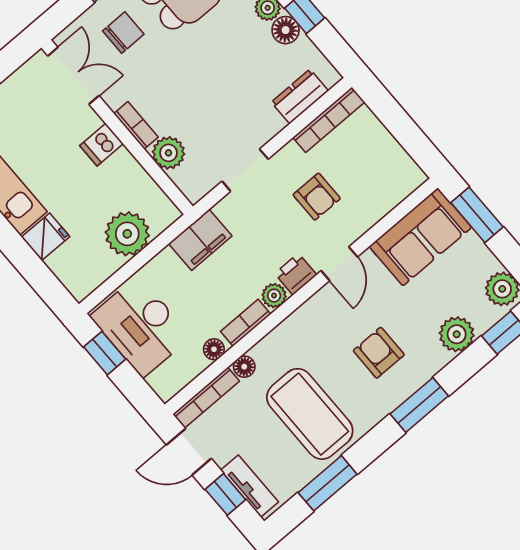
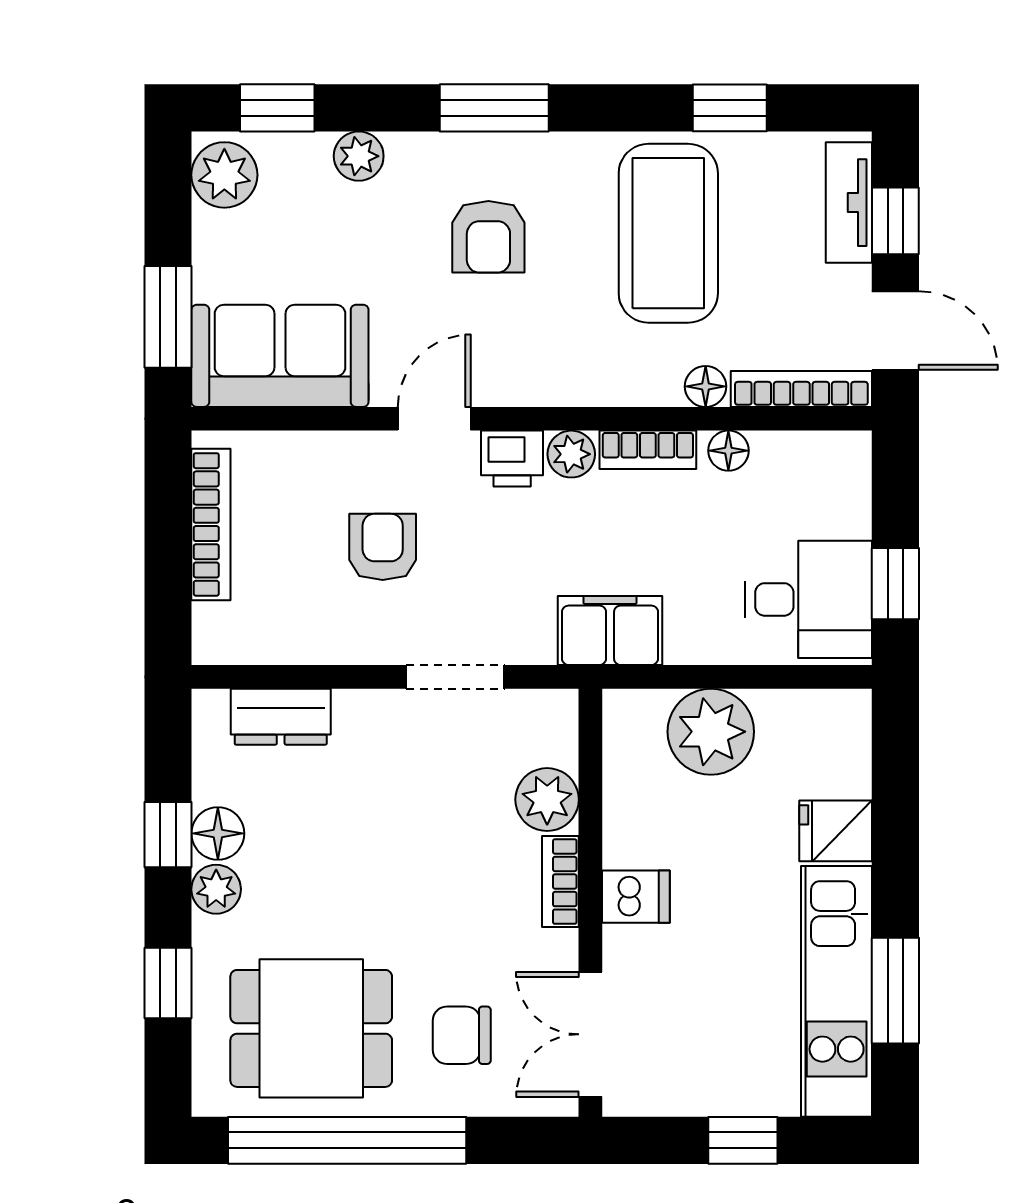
bookcase: (329, 120) -> (211, 524), moved, turned 90
desk: (140, 326) -> (809, 599), width x0.73
plant: (457, 334) -> (359, 156), width x0.73, depth x0.73
window: (328, 483) -> (730, 108), width x0.67

